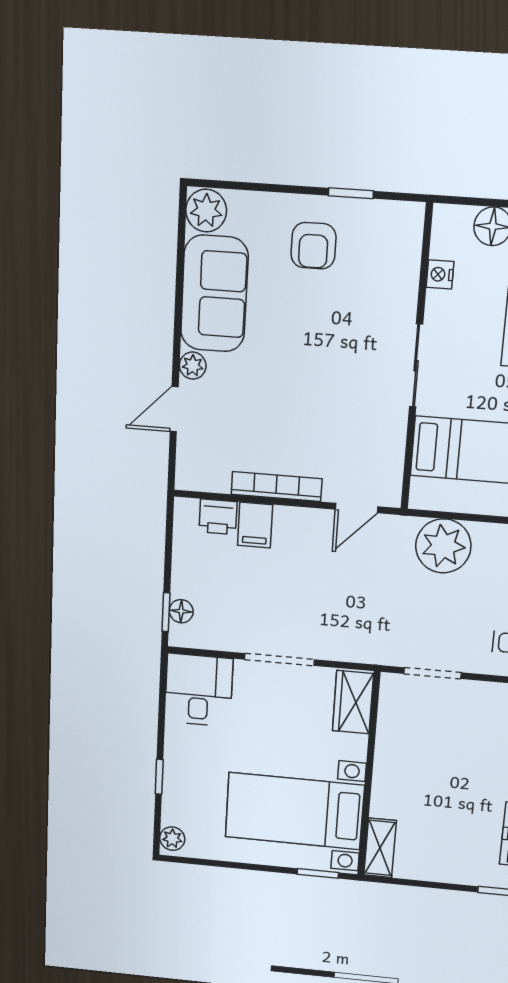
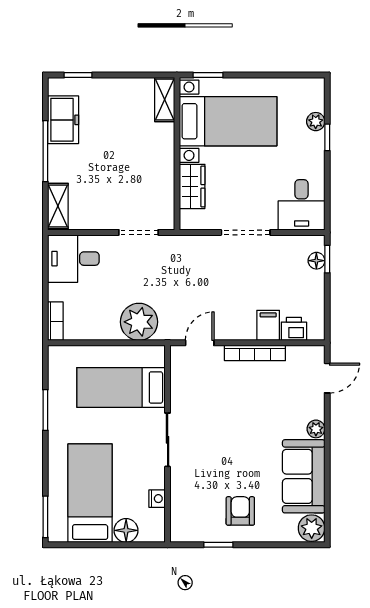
door: (174, 409) -> (327, 378), moved
wardrobe: (353, 702) -> (192, 186), moved
plant: (172, 839) -> (316, 122), moved

